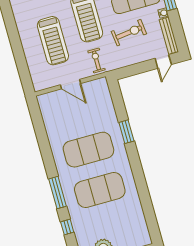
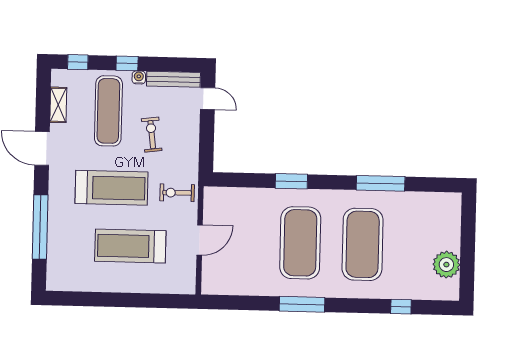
exercise bike: (129, 33) -> (152, 135), width x0.73, depth x0.72
treadmill: (53, 41) -> (130, 246), turned 180
window: (143, 190) -> (381, 183), added
window: (58, 193) -> (302, 304), moved

